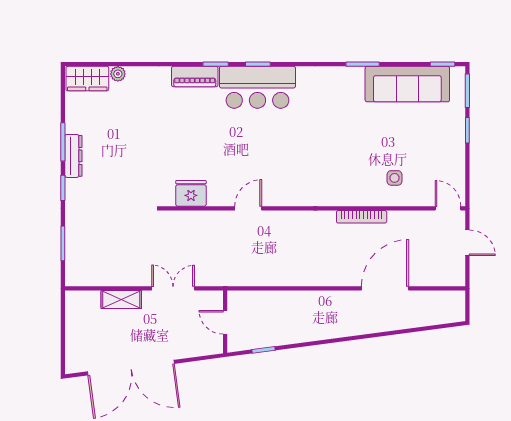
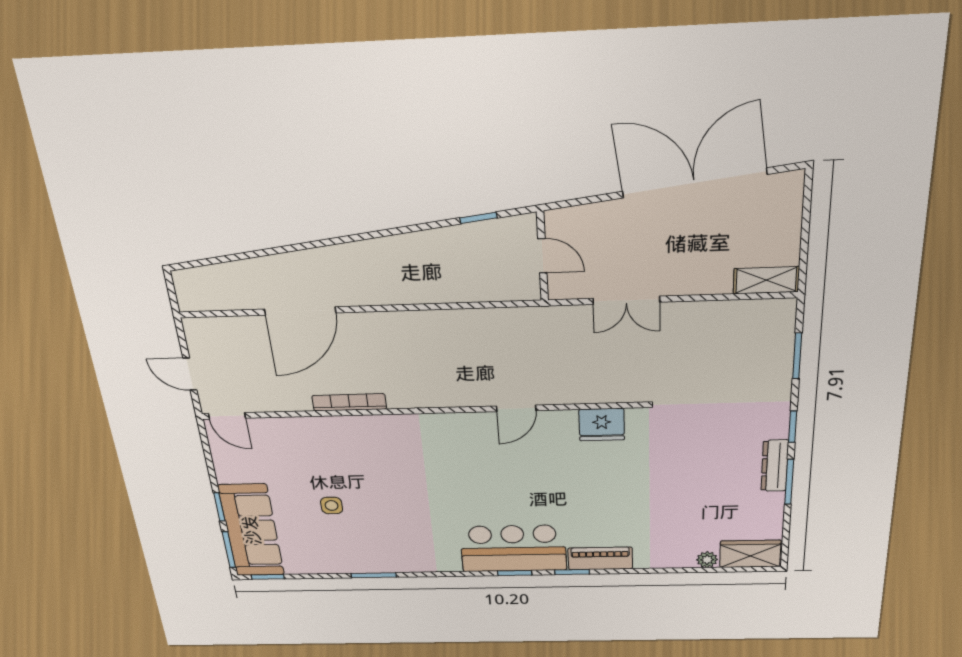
sofa: (407, 84) -> (251, 530), moved, turned 90
side table: (395, 178) -> (332, 505), moved
shelving: (121, 300) -> (766, 280), moved

